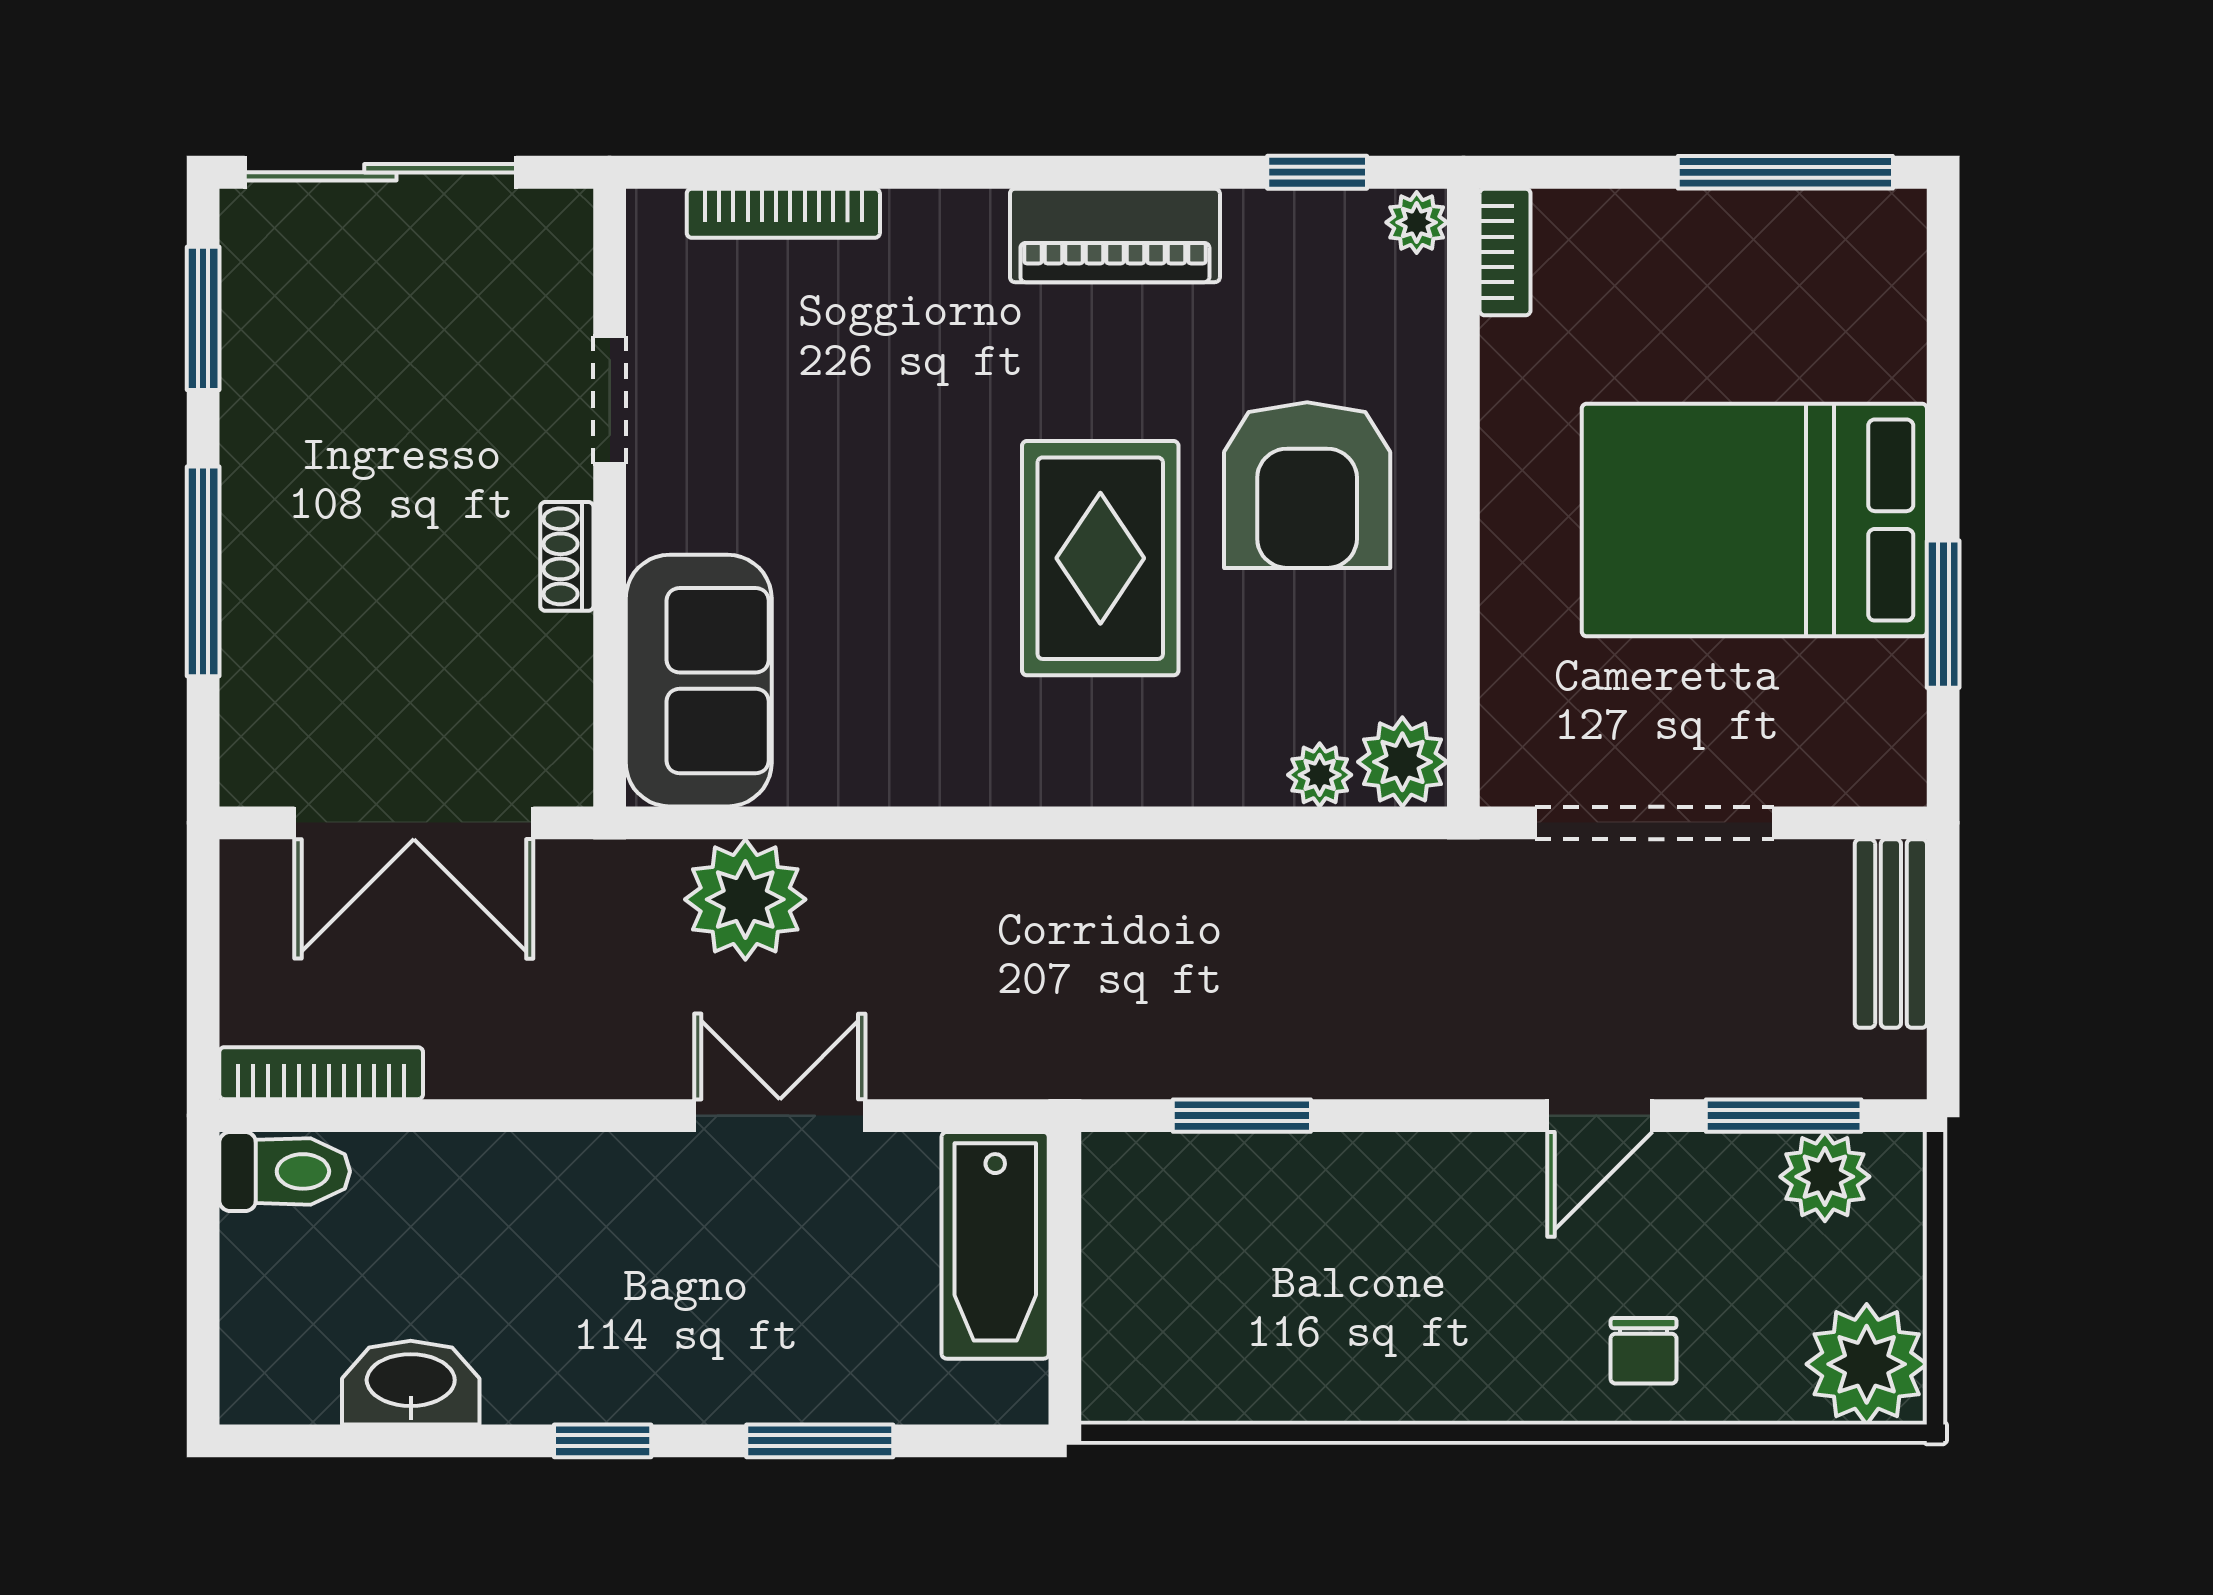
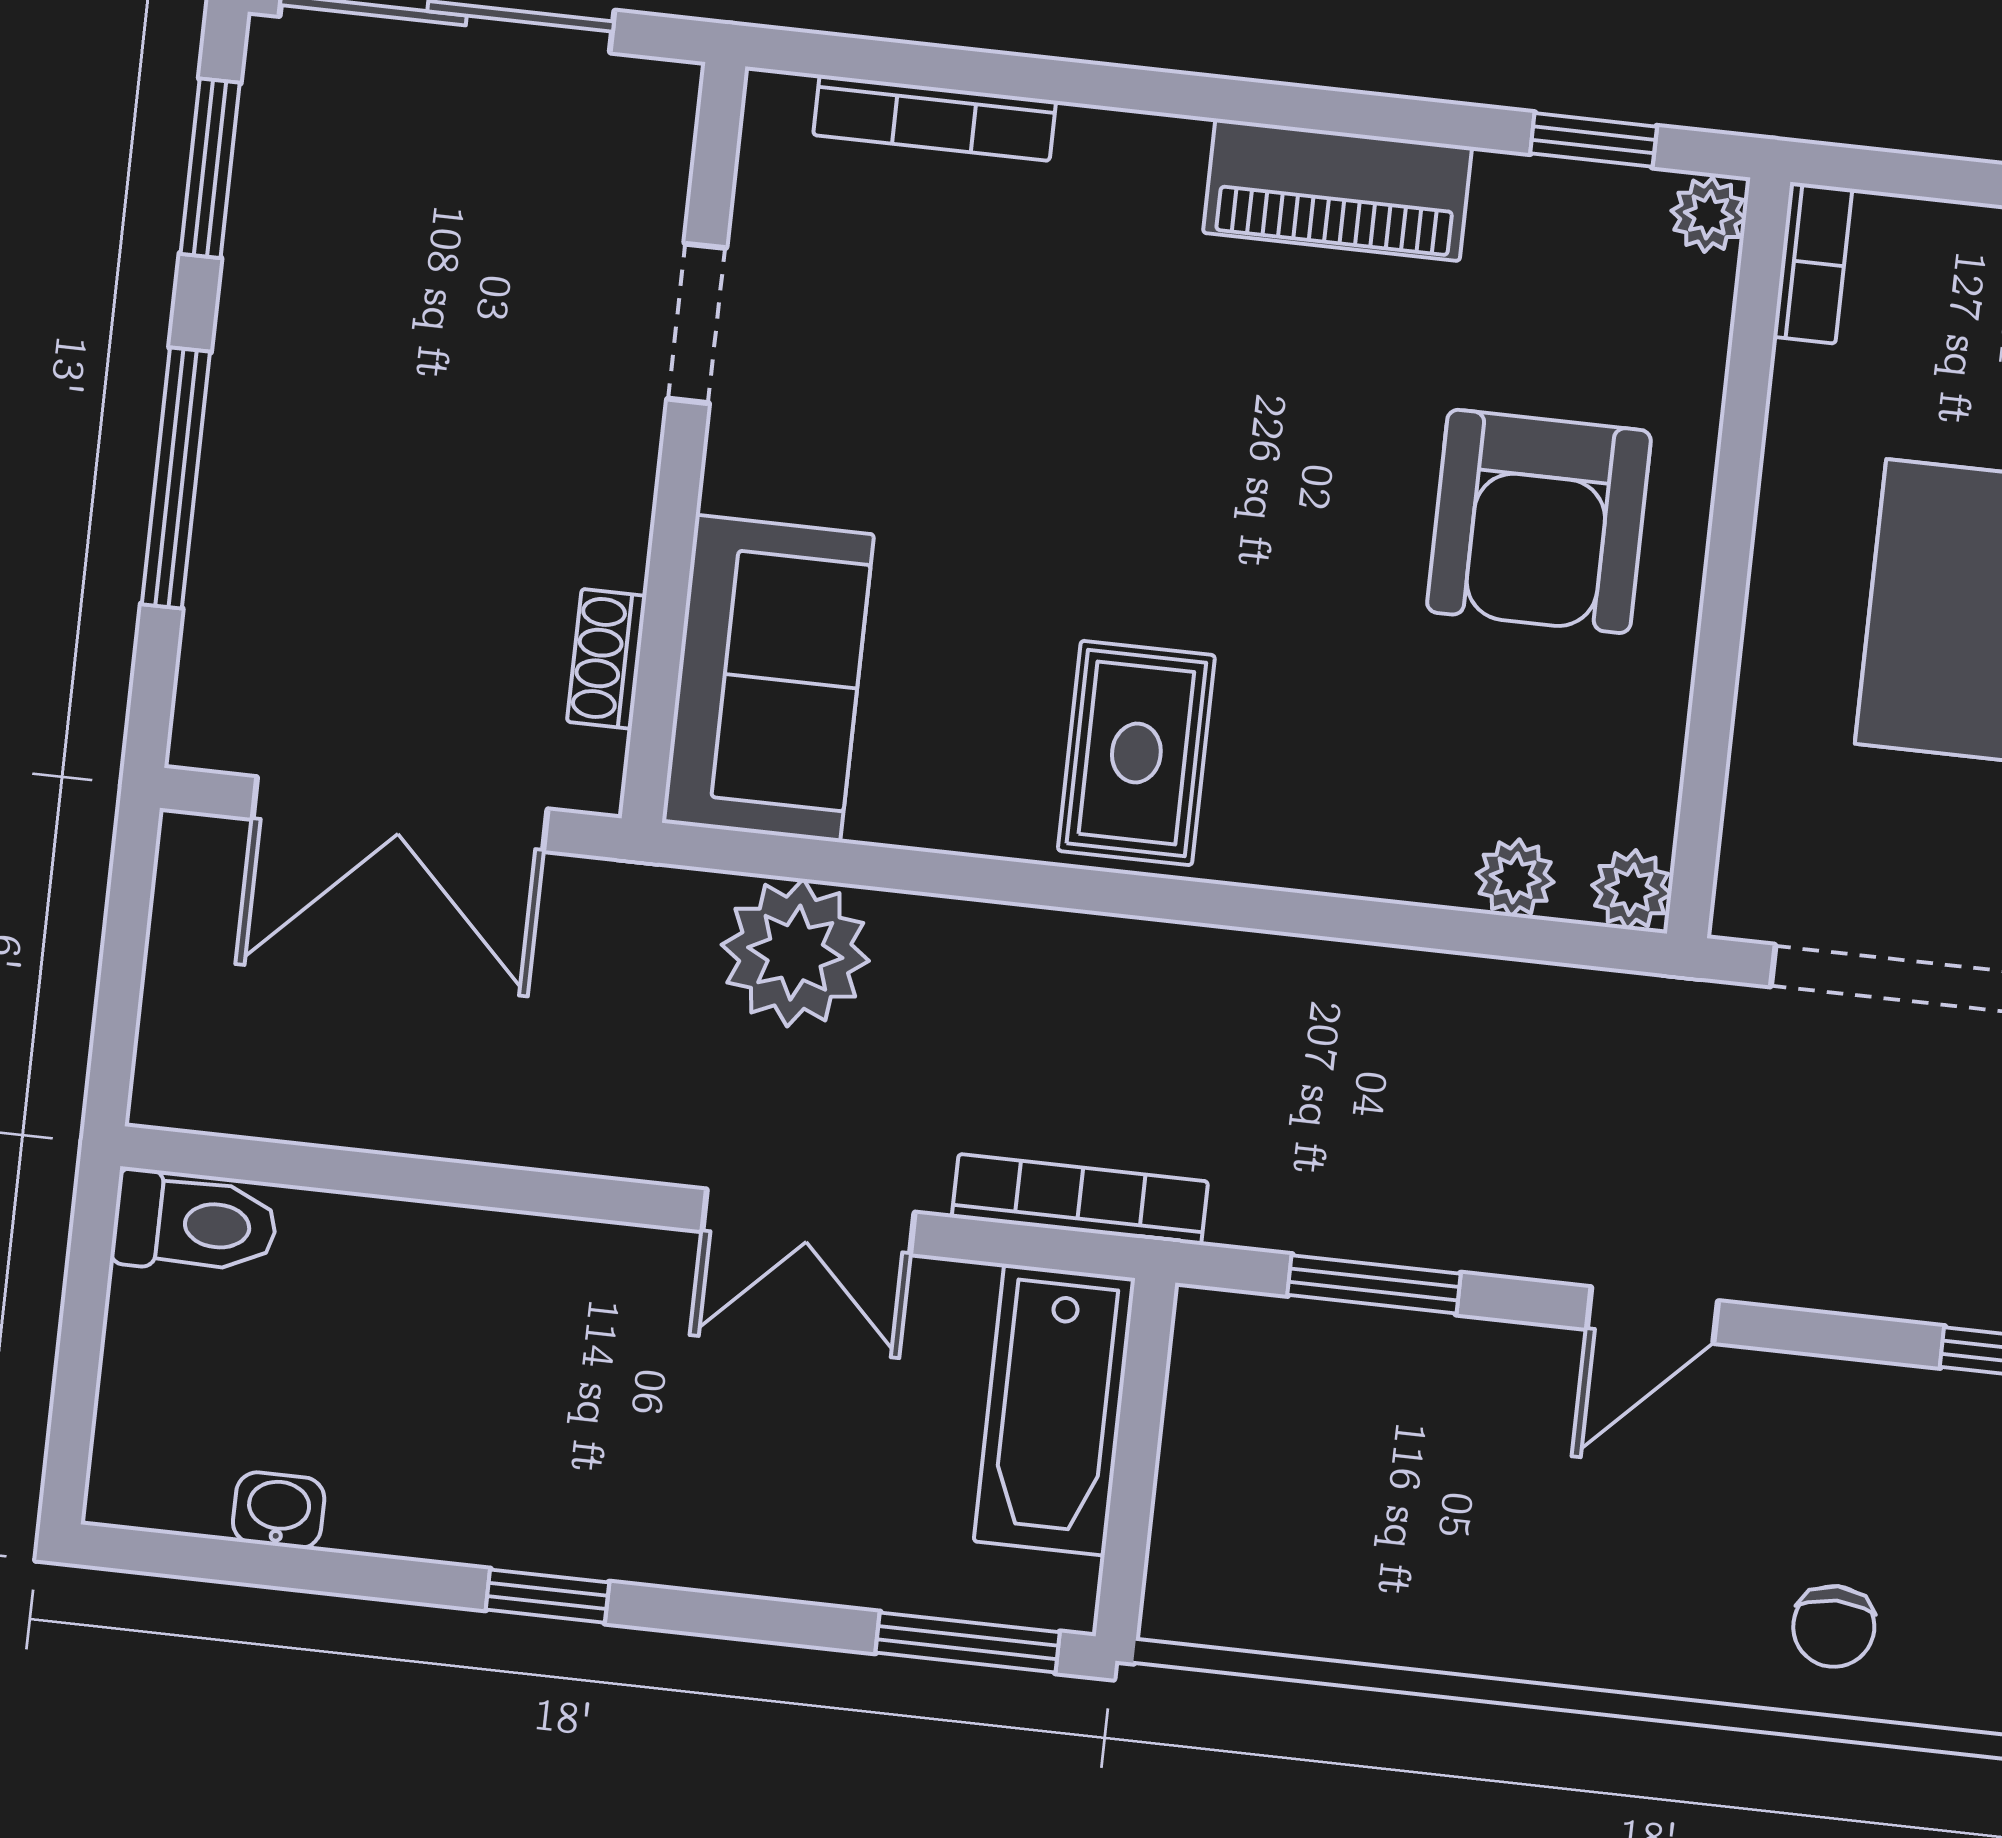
shoe rack: (567, 556) -> (607, 659), moved
rug: (1100, 558) -> (1136, 753), moved, width x0.73, depth x0.70
plant: (1402, 762) -> (1632, 890), width x0.73, depth x0.73
bookcase: (321, 1073) -> (1080, 1199), moved
double door: (780, 1116) -> (808, 1222), swing flipped
door: (1600, 1116) -> (1652, 1315), moved
washbasin: (411, 1383) -> (279, 1510), width x0.52, depth x0.69
window: (820, 1441) -> (968, 1642), moved

